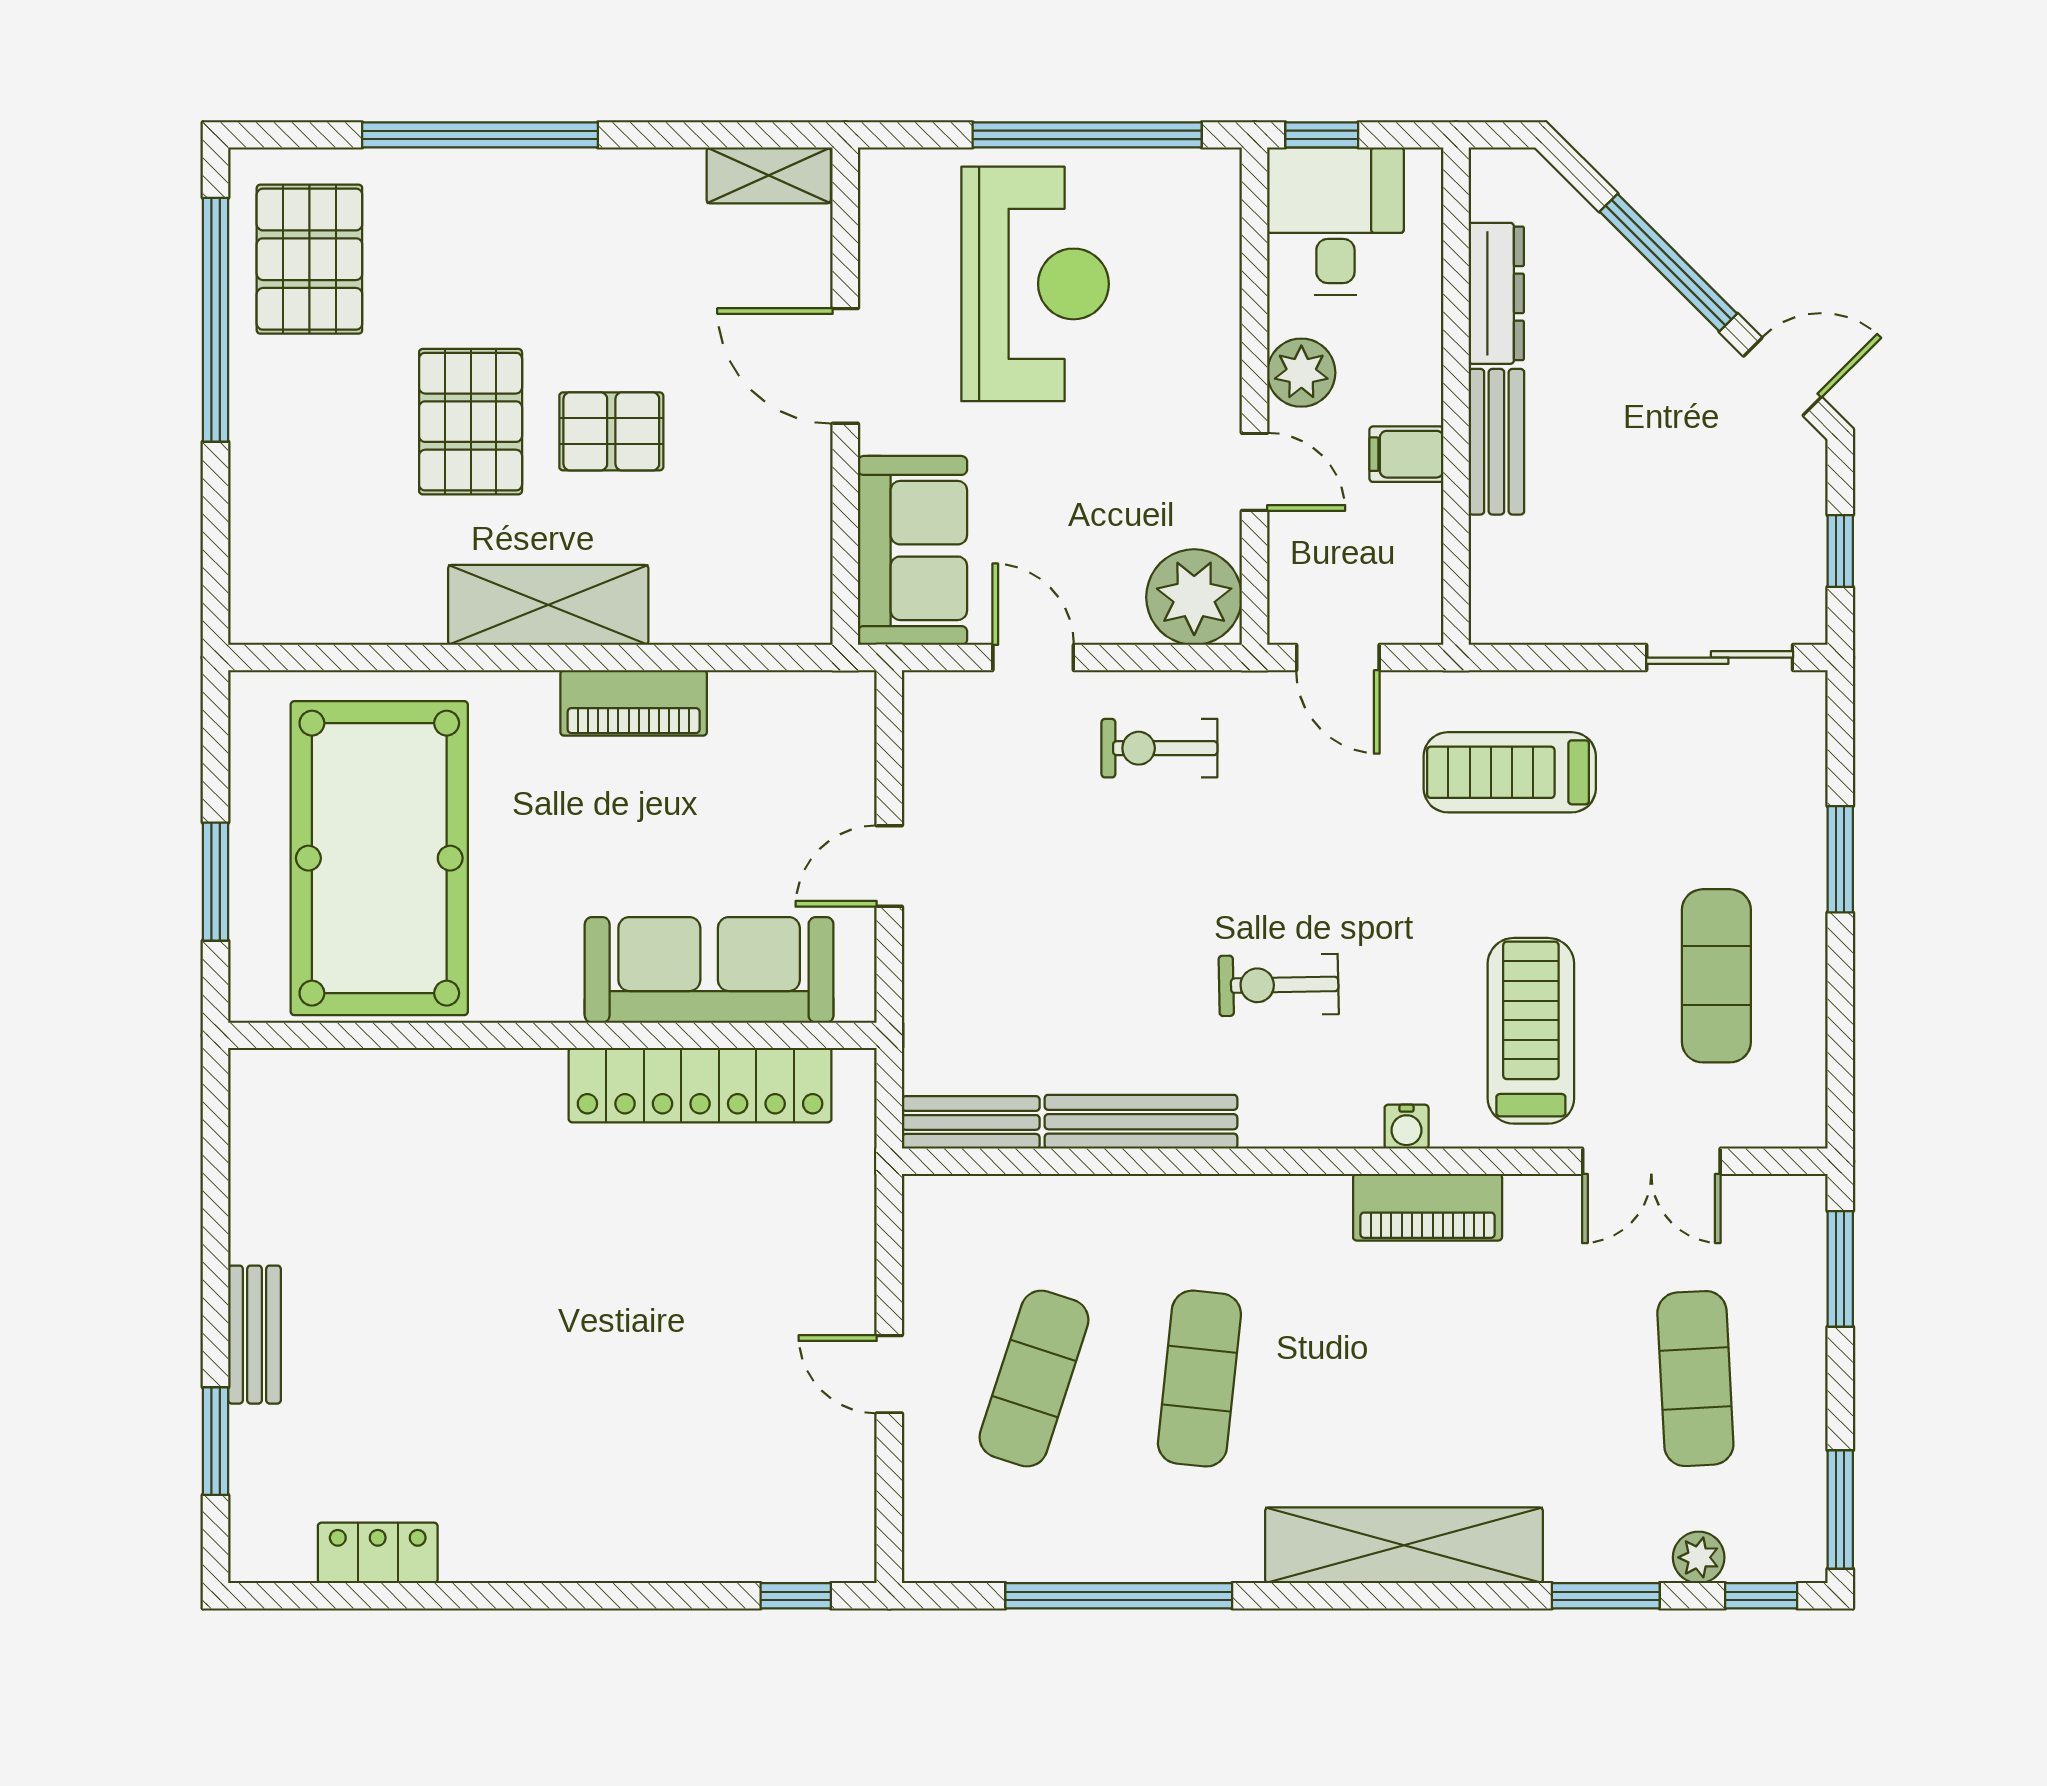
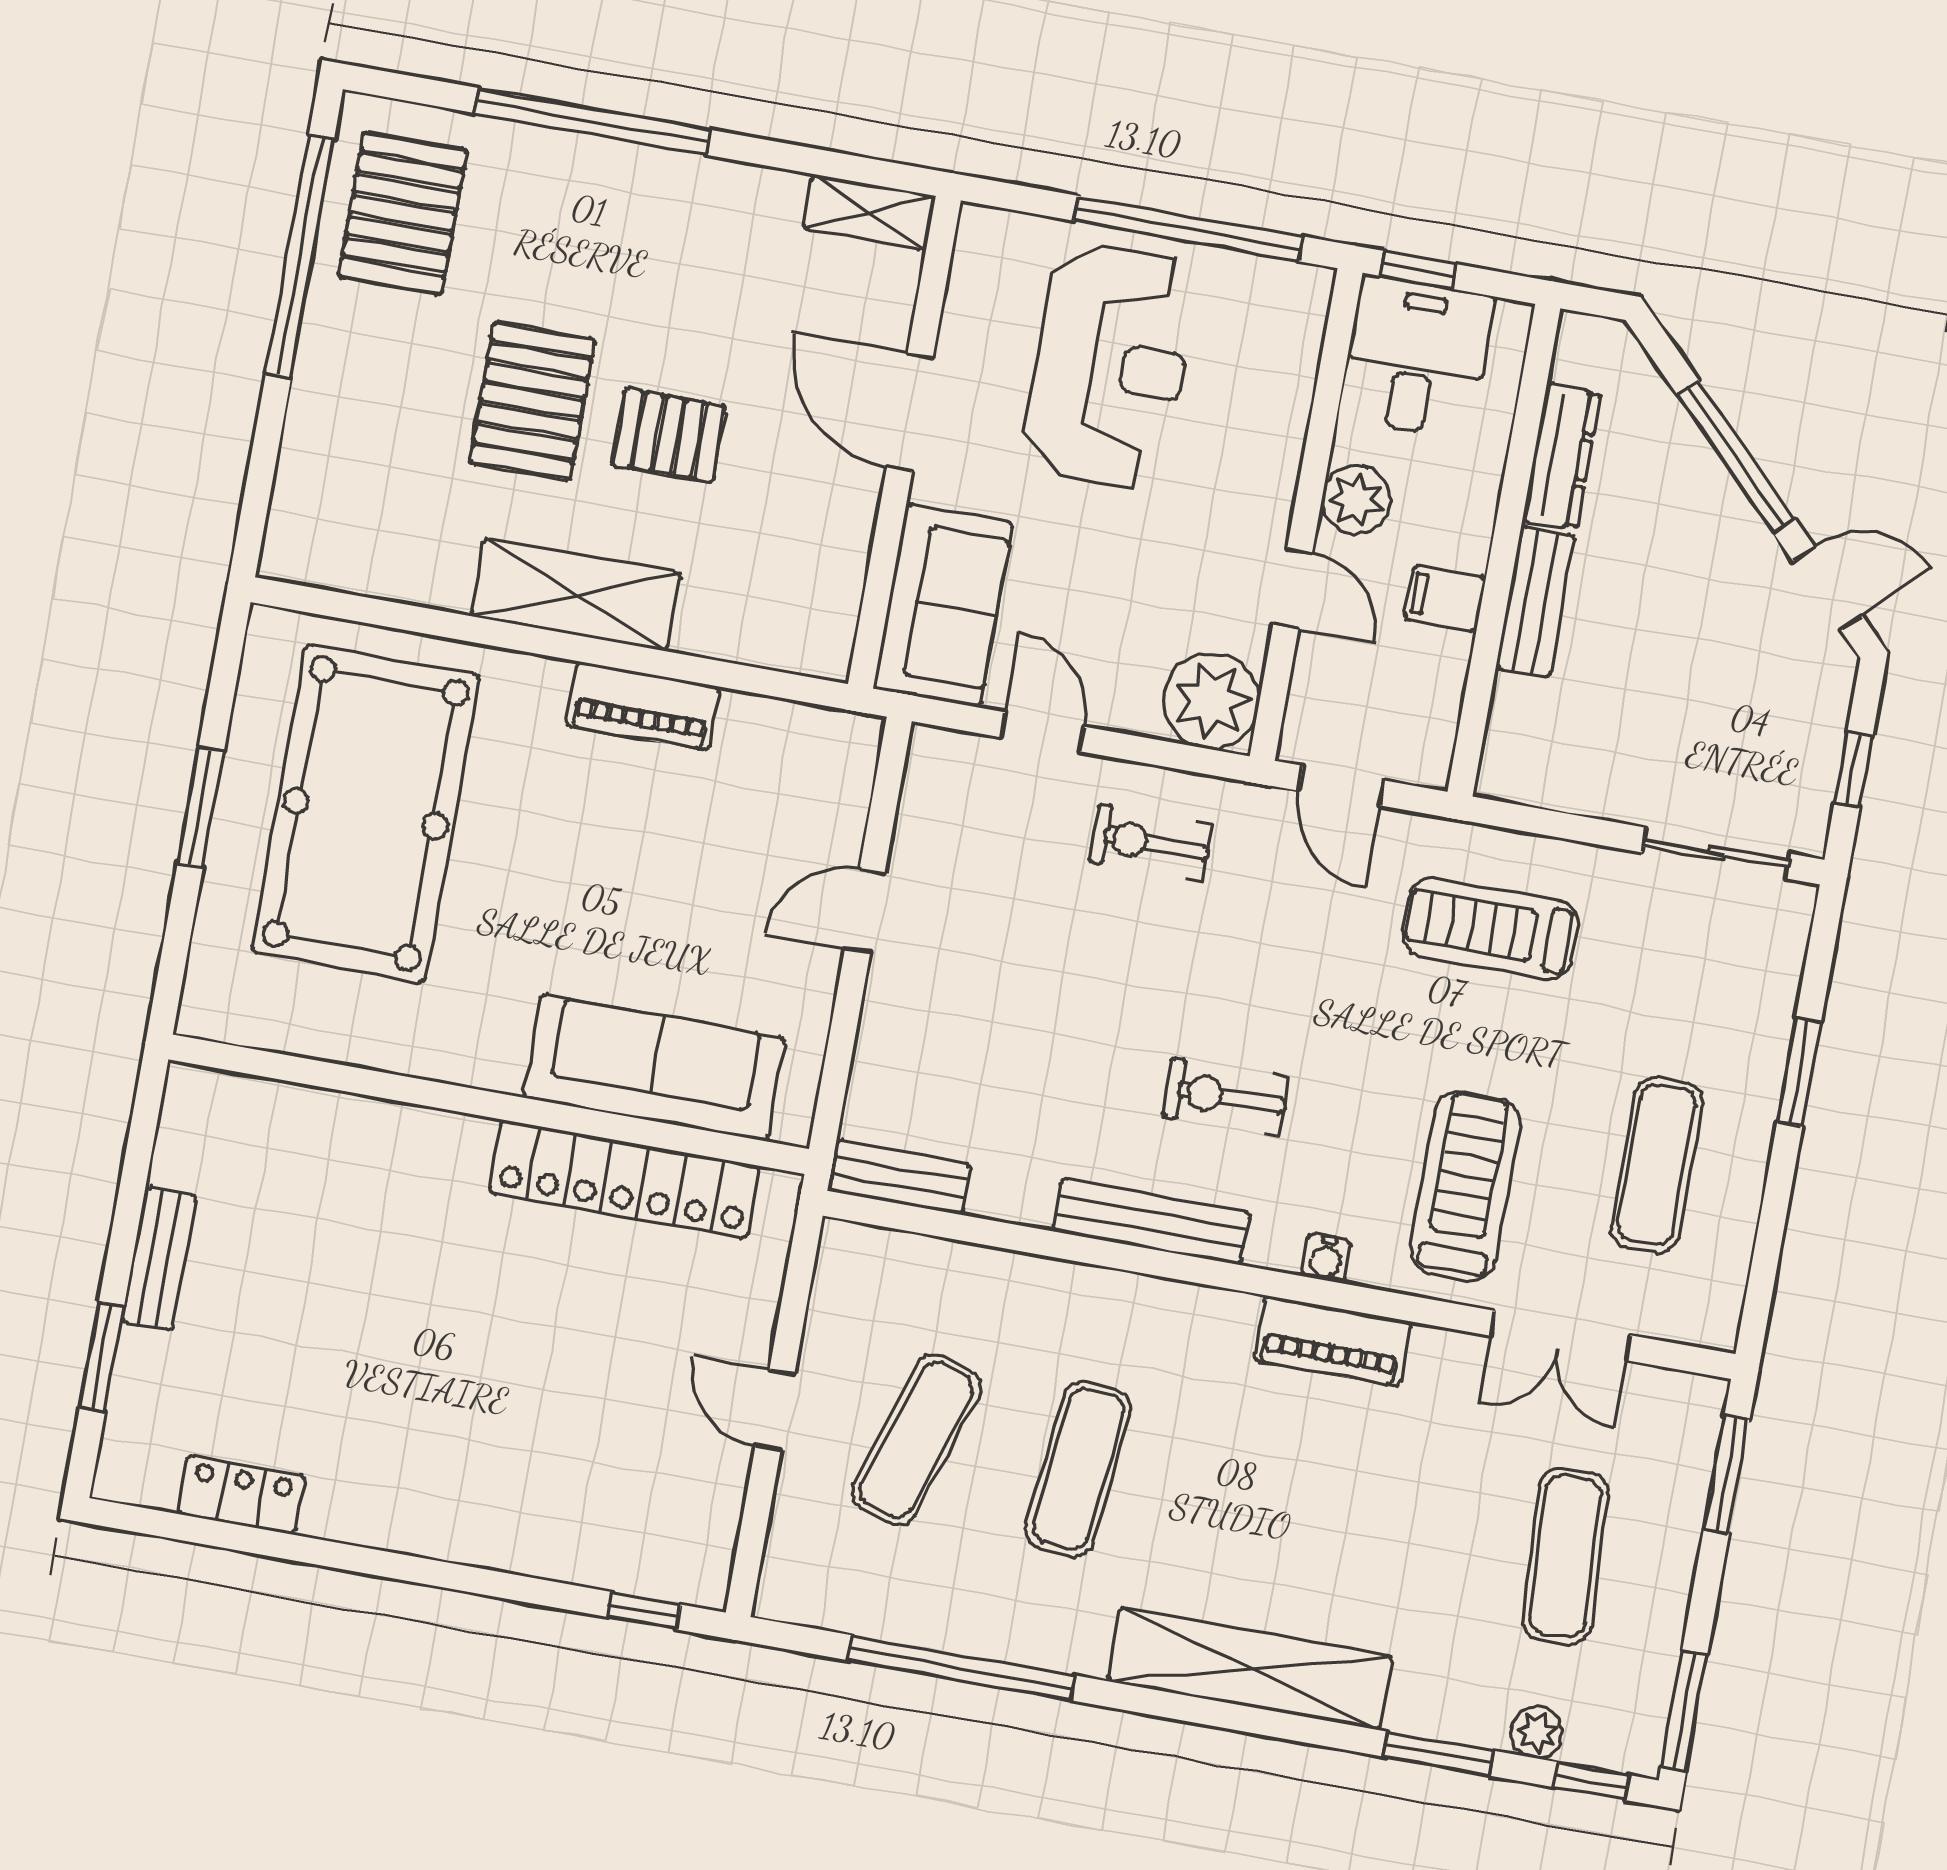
sofa: (709, 970) -> (654, 1068), moved
wall: (552, 1035) -> (489, 1104), moved
locker: (700, 1085) -> (625, 1179), moved
bench: (1141, 1122) -> (1152, 1222), moved

